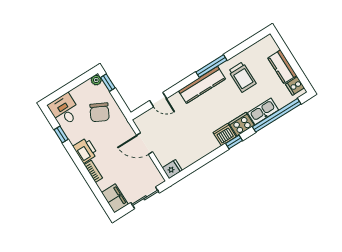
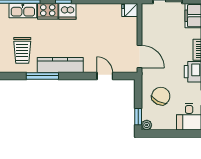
trolley: (242, 77) -> (22, 50), turned 180
door: (145, 144) -> (139, 57), moved

